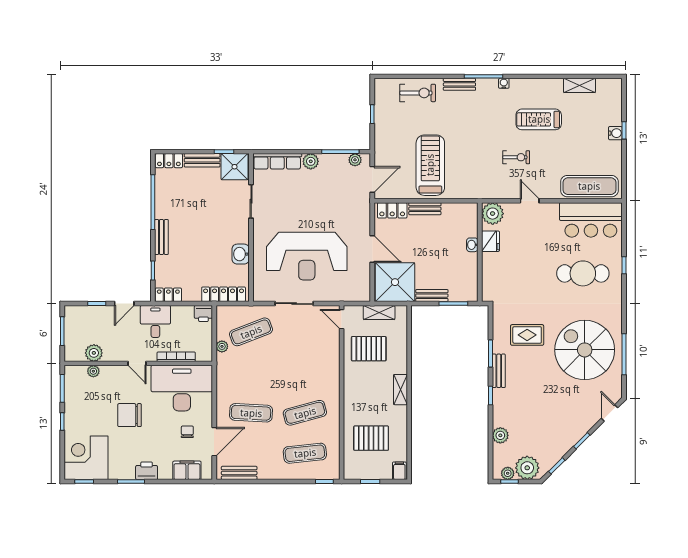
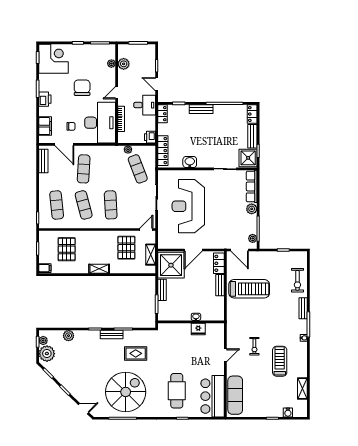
water cooler: (615, 133) -> (288, 413), moved
plant: (493, 214) -> (217, 330), removed
rug: (527, 335) -> (136, 353), turned 90
exercise mat: (305, 372) -> (111, 205), added

